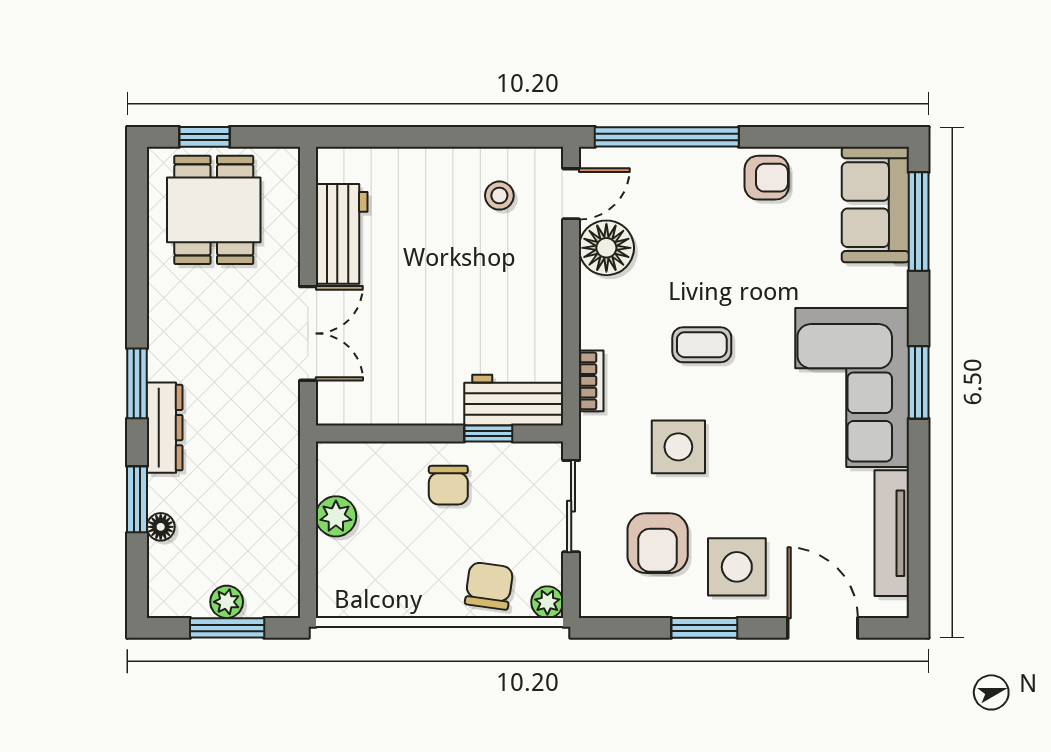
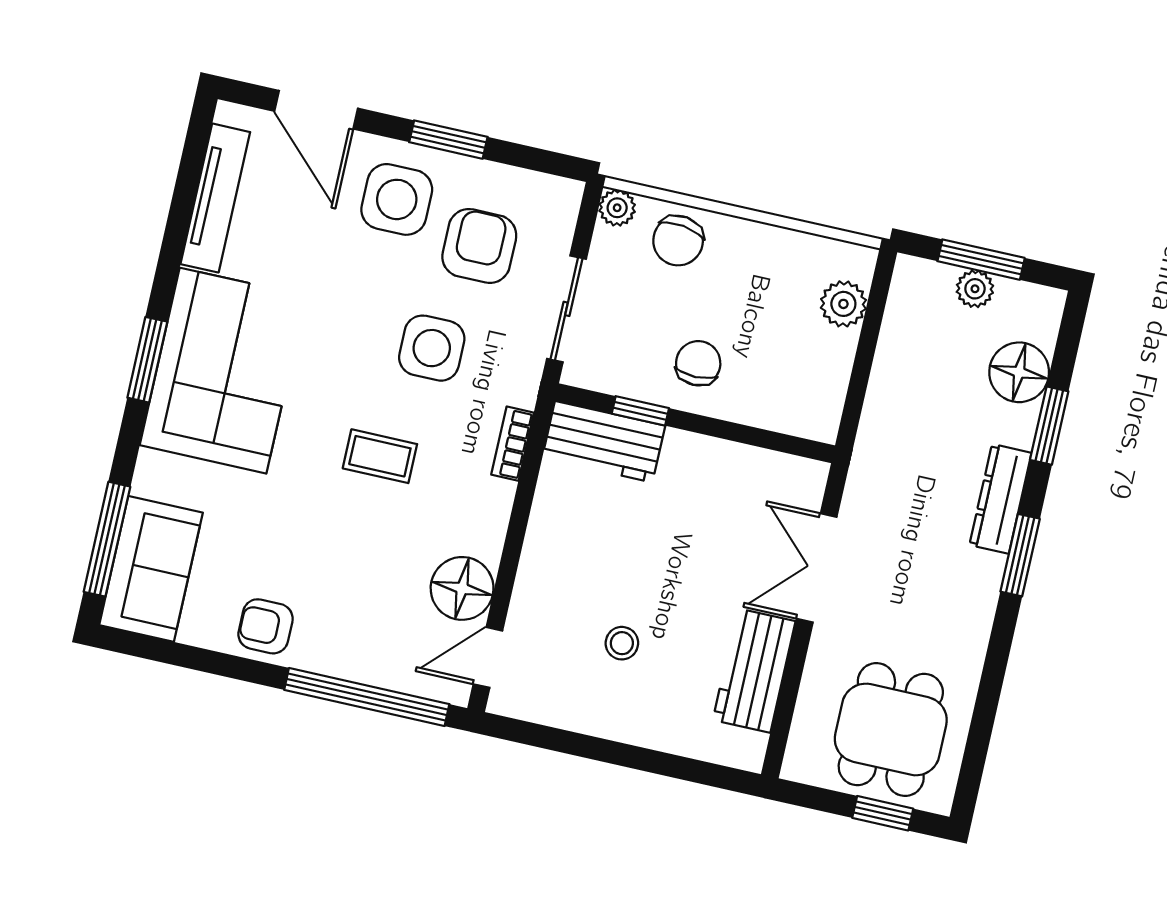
stool: (499, 196) -> (622, 643), moved
plant: (336, 516) -> (843, 304), moved
floor lamp: (161, 527) -> (1019, 372), width x1.89, depth x1.89

